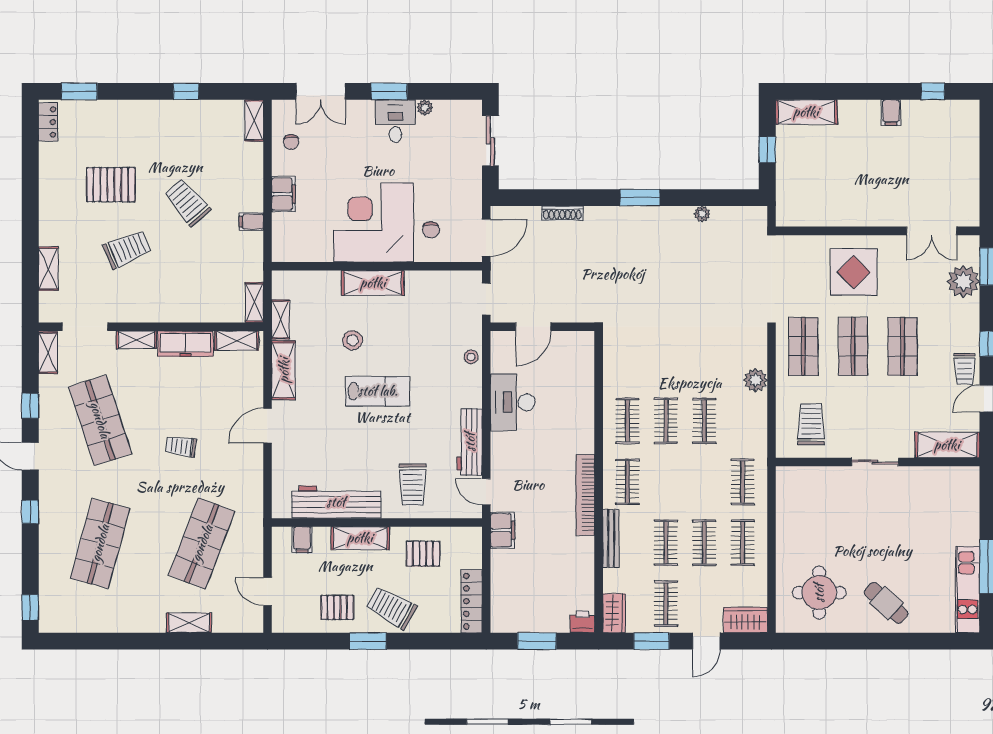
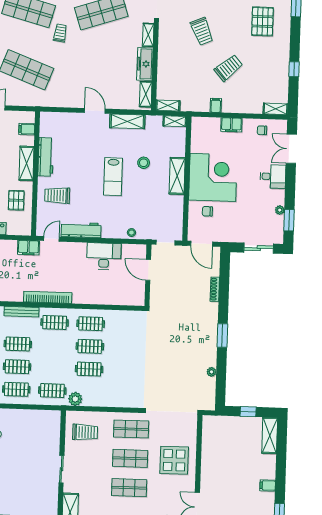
window: (389, 91) -> (289, 220), moved
desk: (395, 121) -> (273, 176), moved
pallet: (111, 185) -> (262, 21), moved
shelving: (281, 320) -> (175, 121), moved
plant: (756, 380) -> (75, 399), moved
trolley: (181, 446) -> (60, 33), moved
workbench: (336, 502) -> (46, 157), width x0.73, depth x0.76

